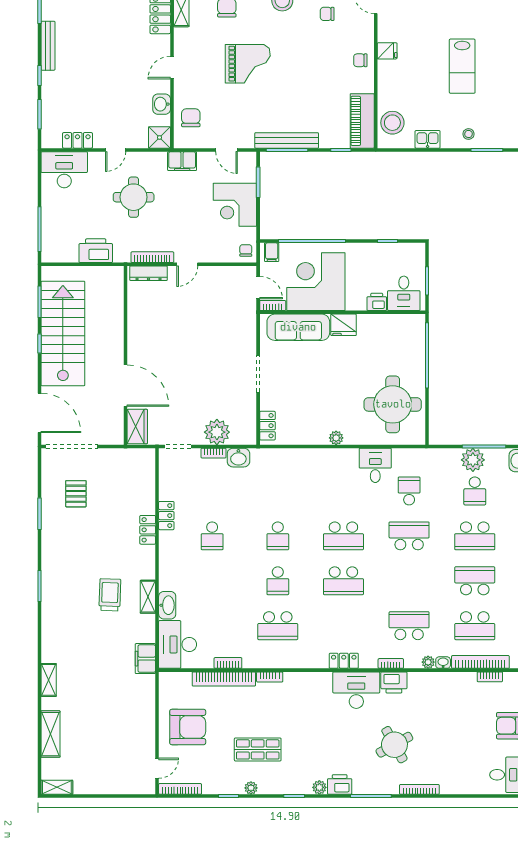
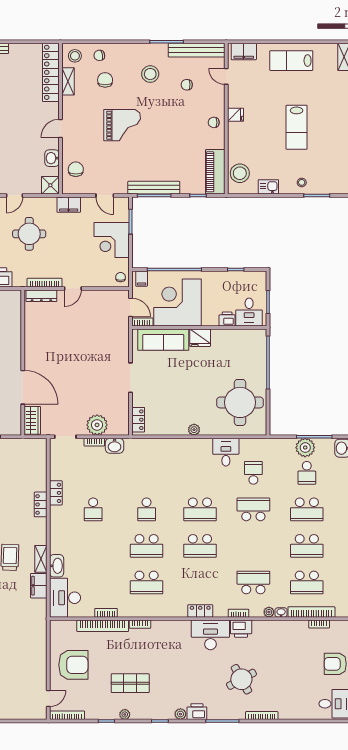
school desk: (278, 581) -> (147, 546), width x1.85
school desk: (475, 581) -> (307, 546), turned 180
filing cabinet: (145, 659) -> (39, 586), moved

